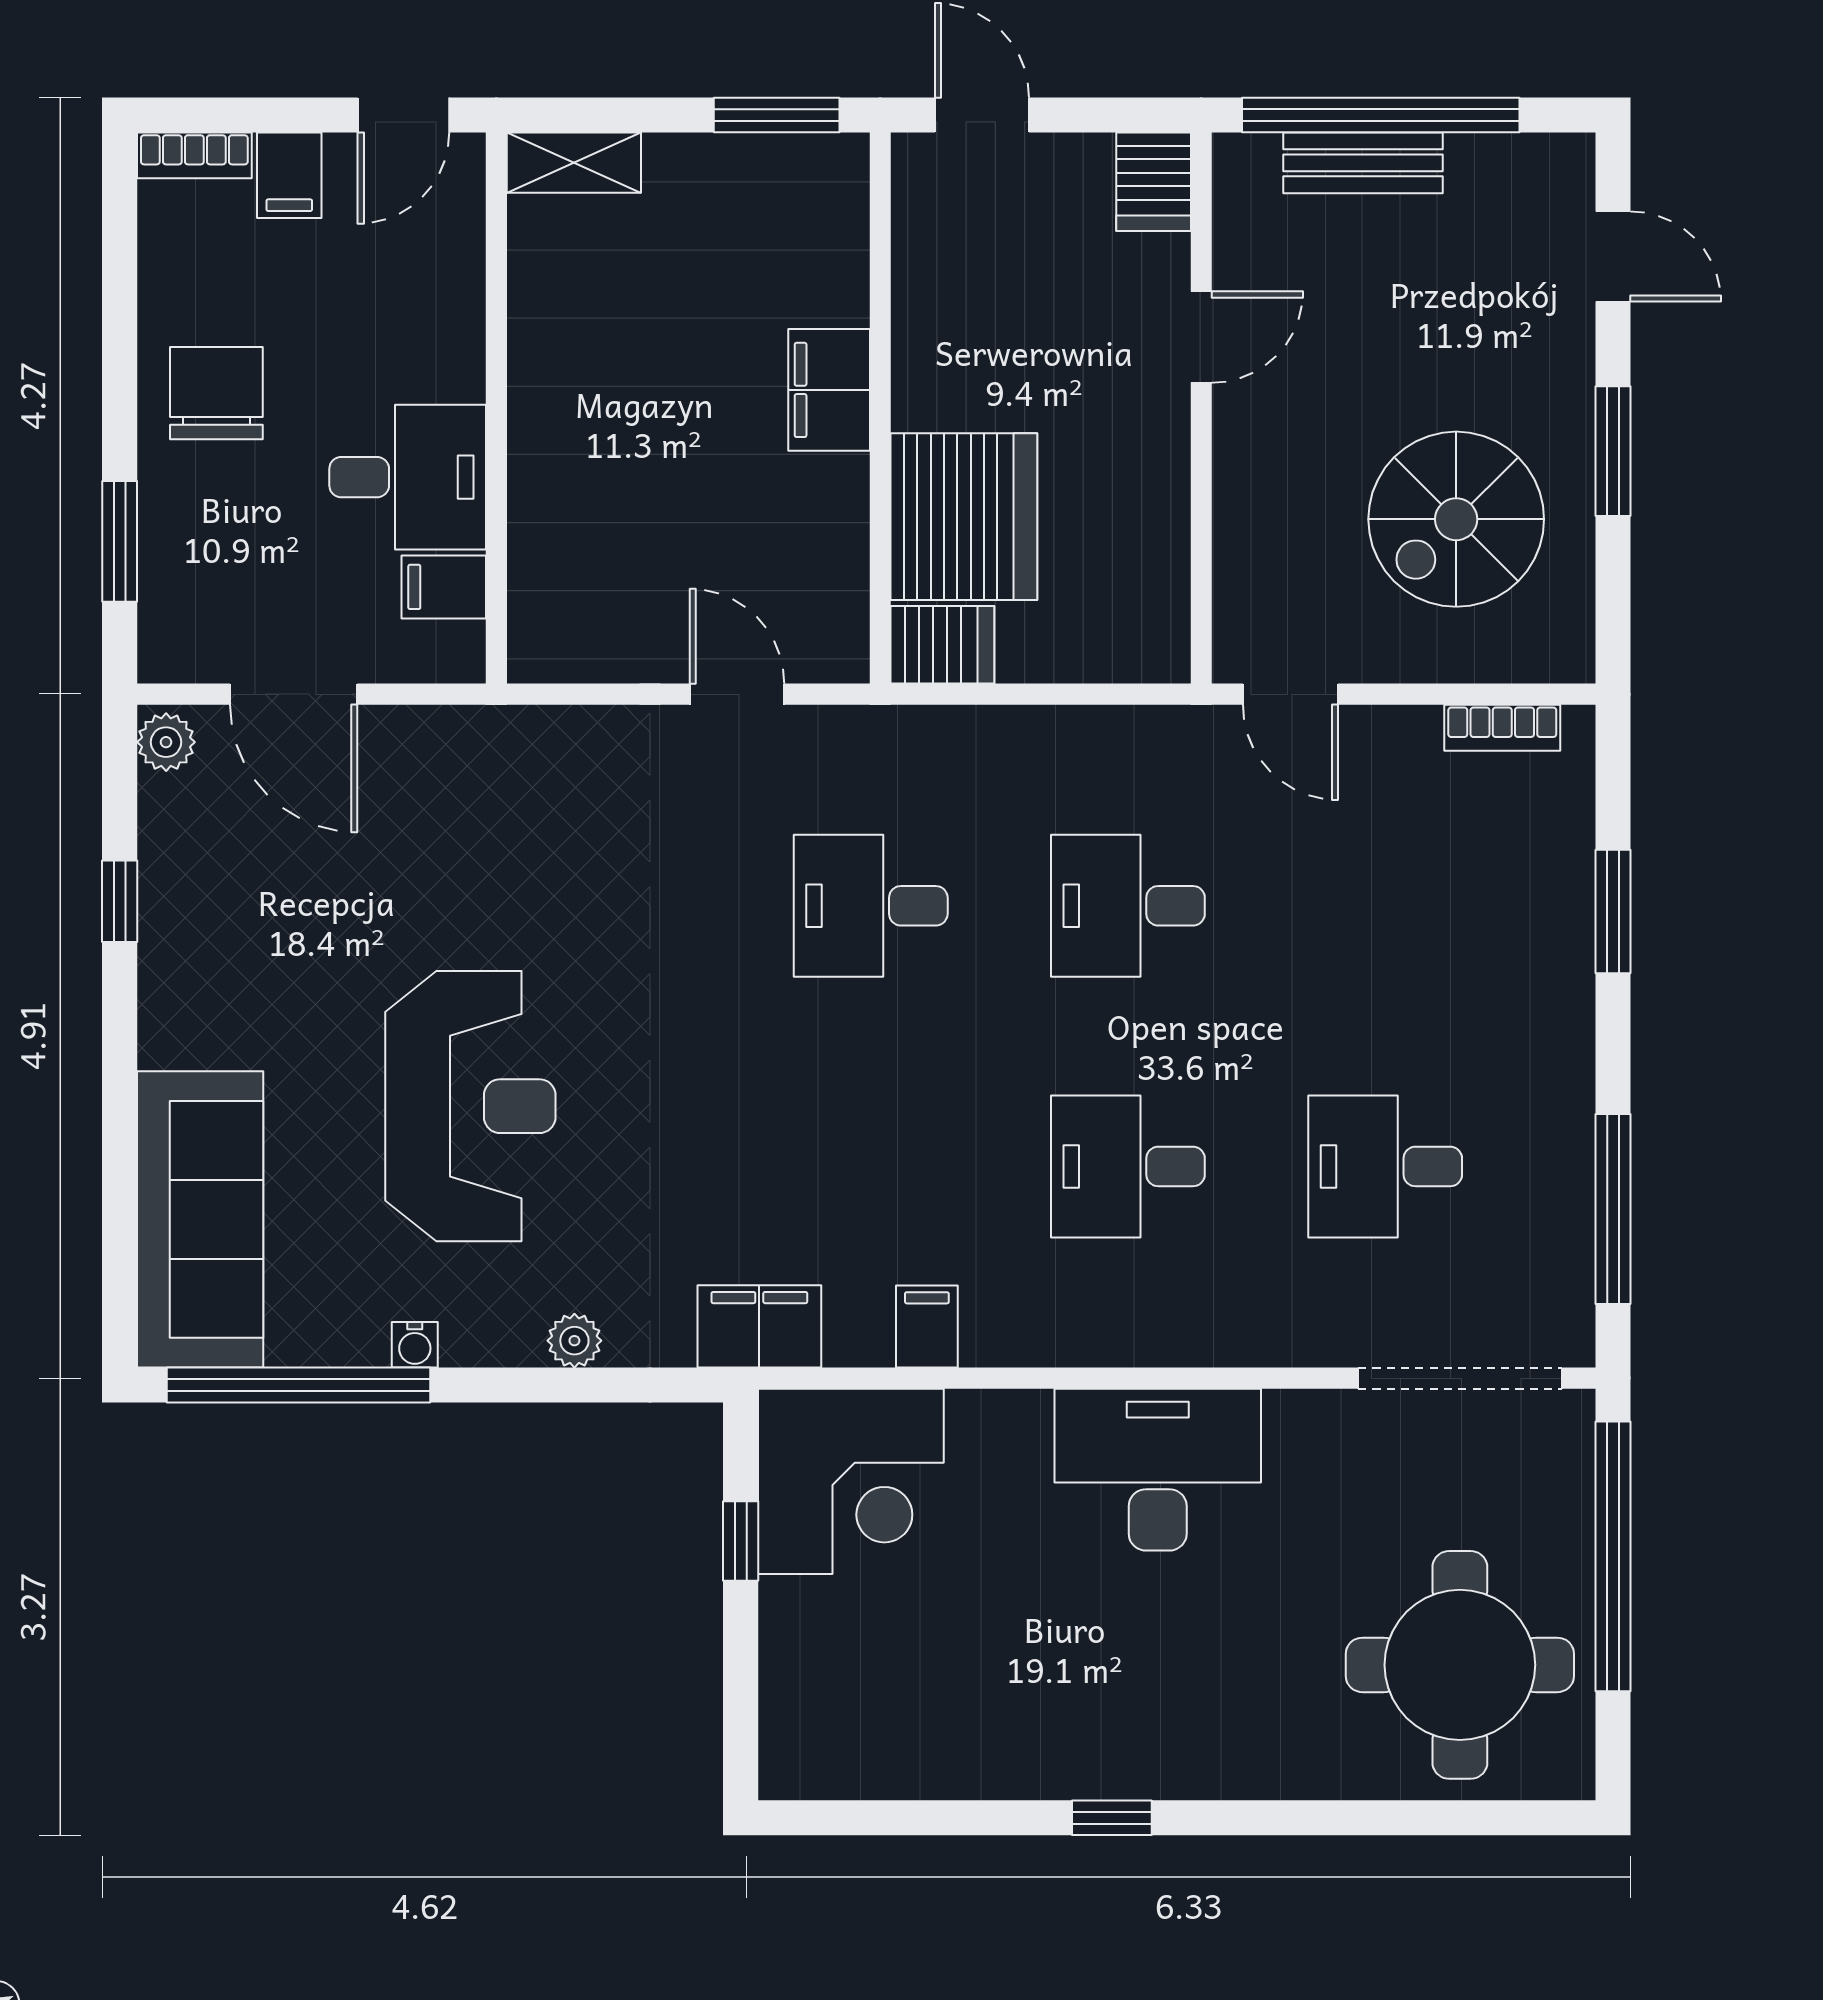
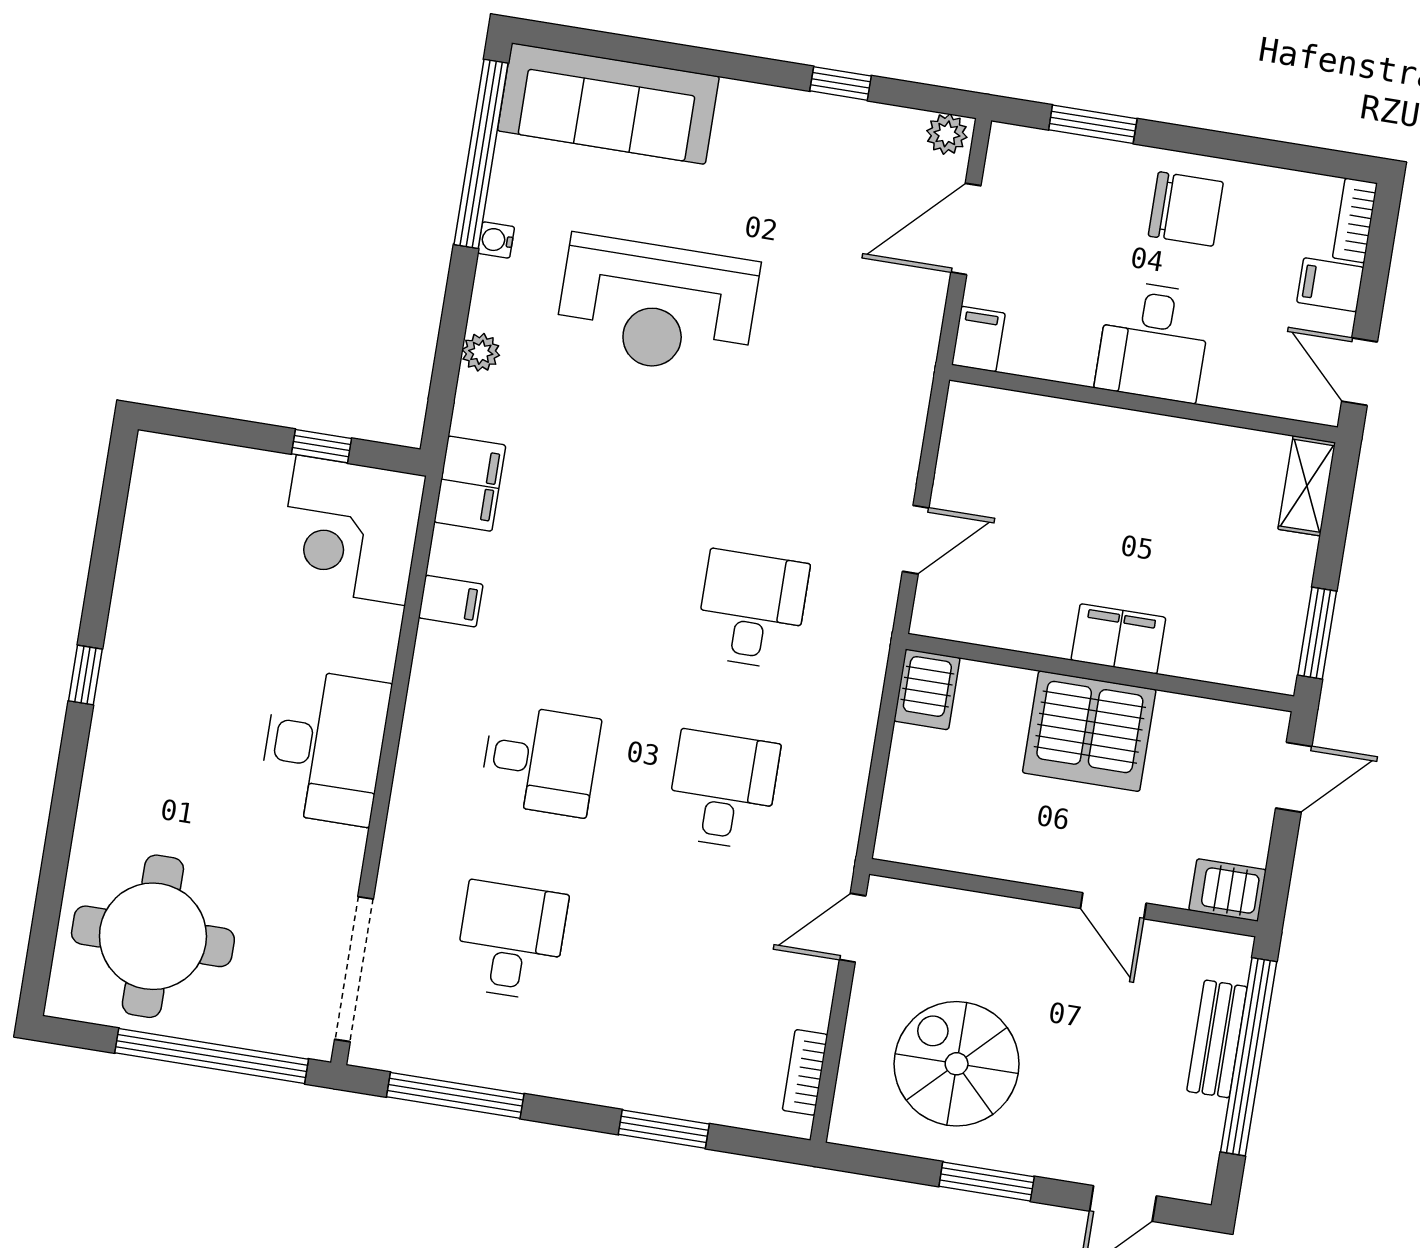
desk: (408, 477) -> (1153, 341), moved
server rack: (964, 517) -> (1089, 731), moved
filing cabinet: (444, 587) -> (978, 339), moved
desk: (1128, 1166) -> (540, 760), turned 90

